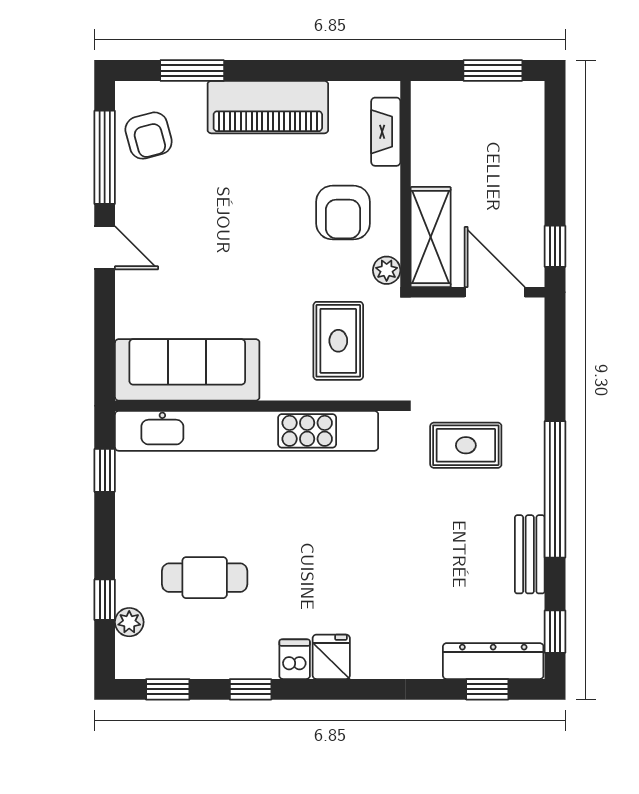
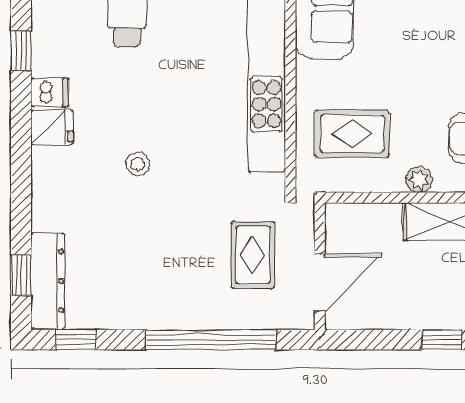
wall: (478, 292) -> (320, 266), moved
door: (495, 292) -> (320, 282), moved
bench: (530, 554) -> (149, 316), removed
stool: (370, 566) -> (138, 164), added

